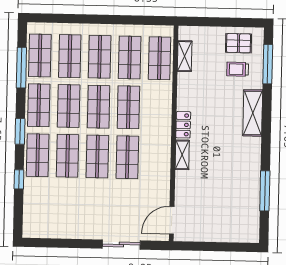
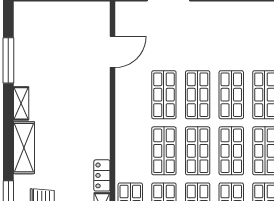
locker: (183, 125) -> (102, 175), moved
shelving: (182, 155) -> (21, 103), moved
door: (172, 220) -> (112, 52), moved

